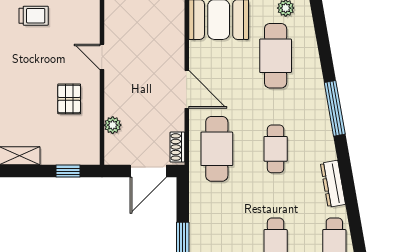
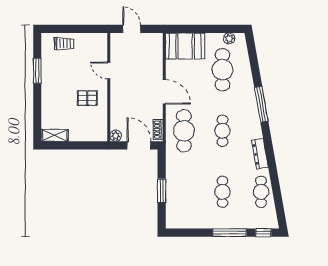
pallet: (69, 99) -> (87, 98), turned 90
plant: (113, 125) -> (116, 136), moved
window: (68, 171) -> (86, 145), removed
door: (148, 171) -> (139, 145), swing flipped

